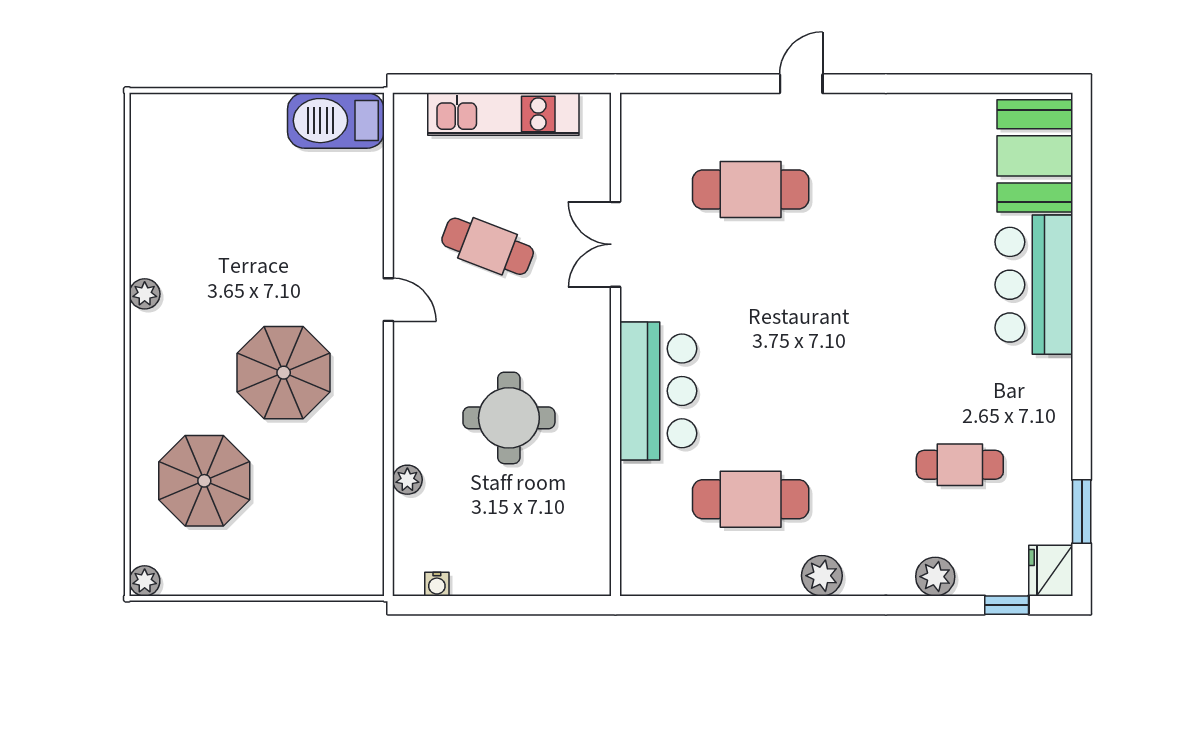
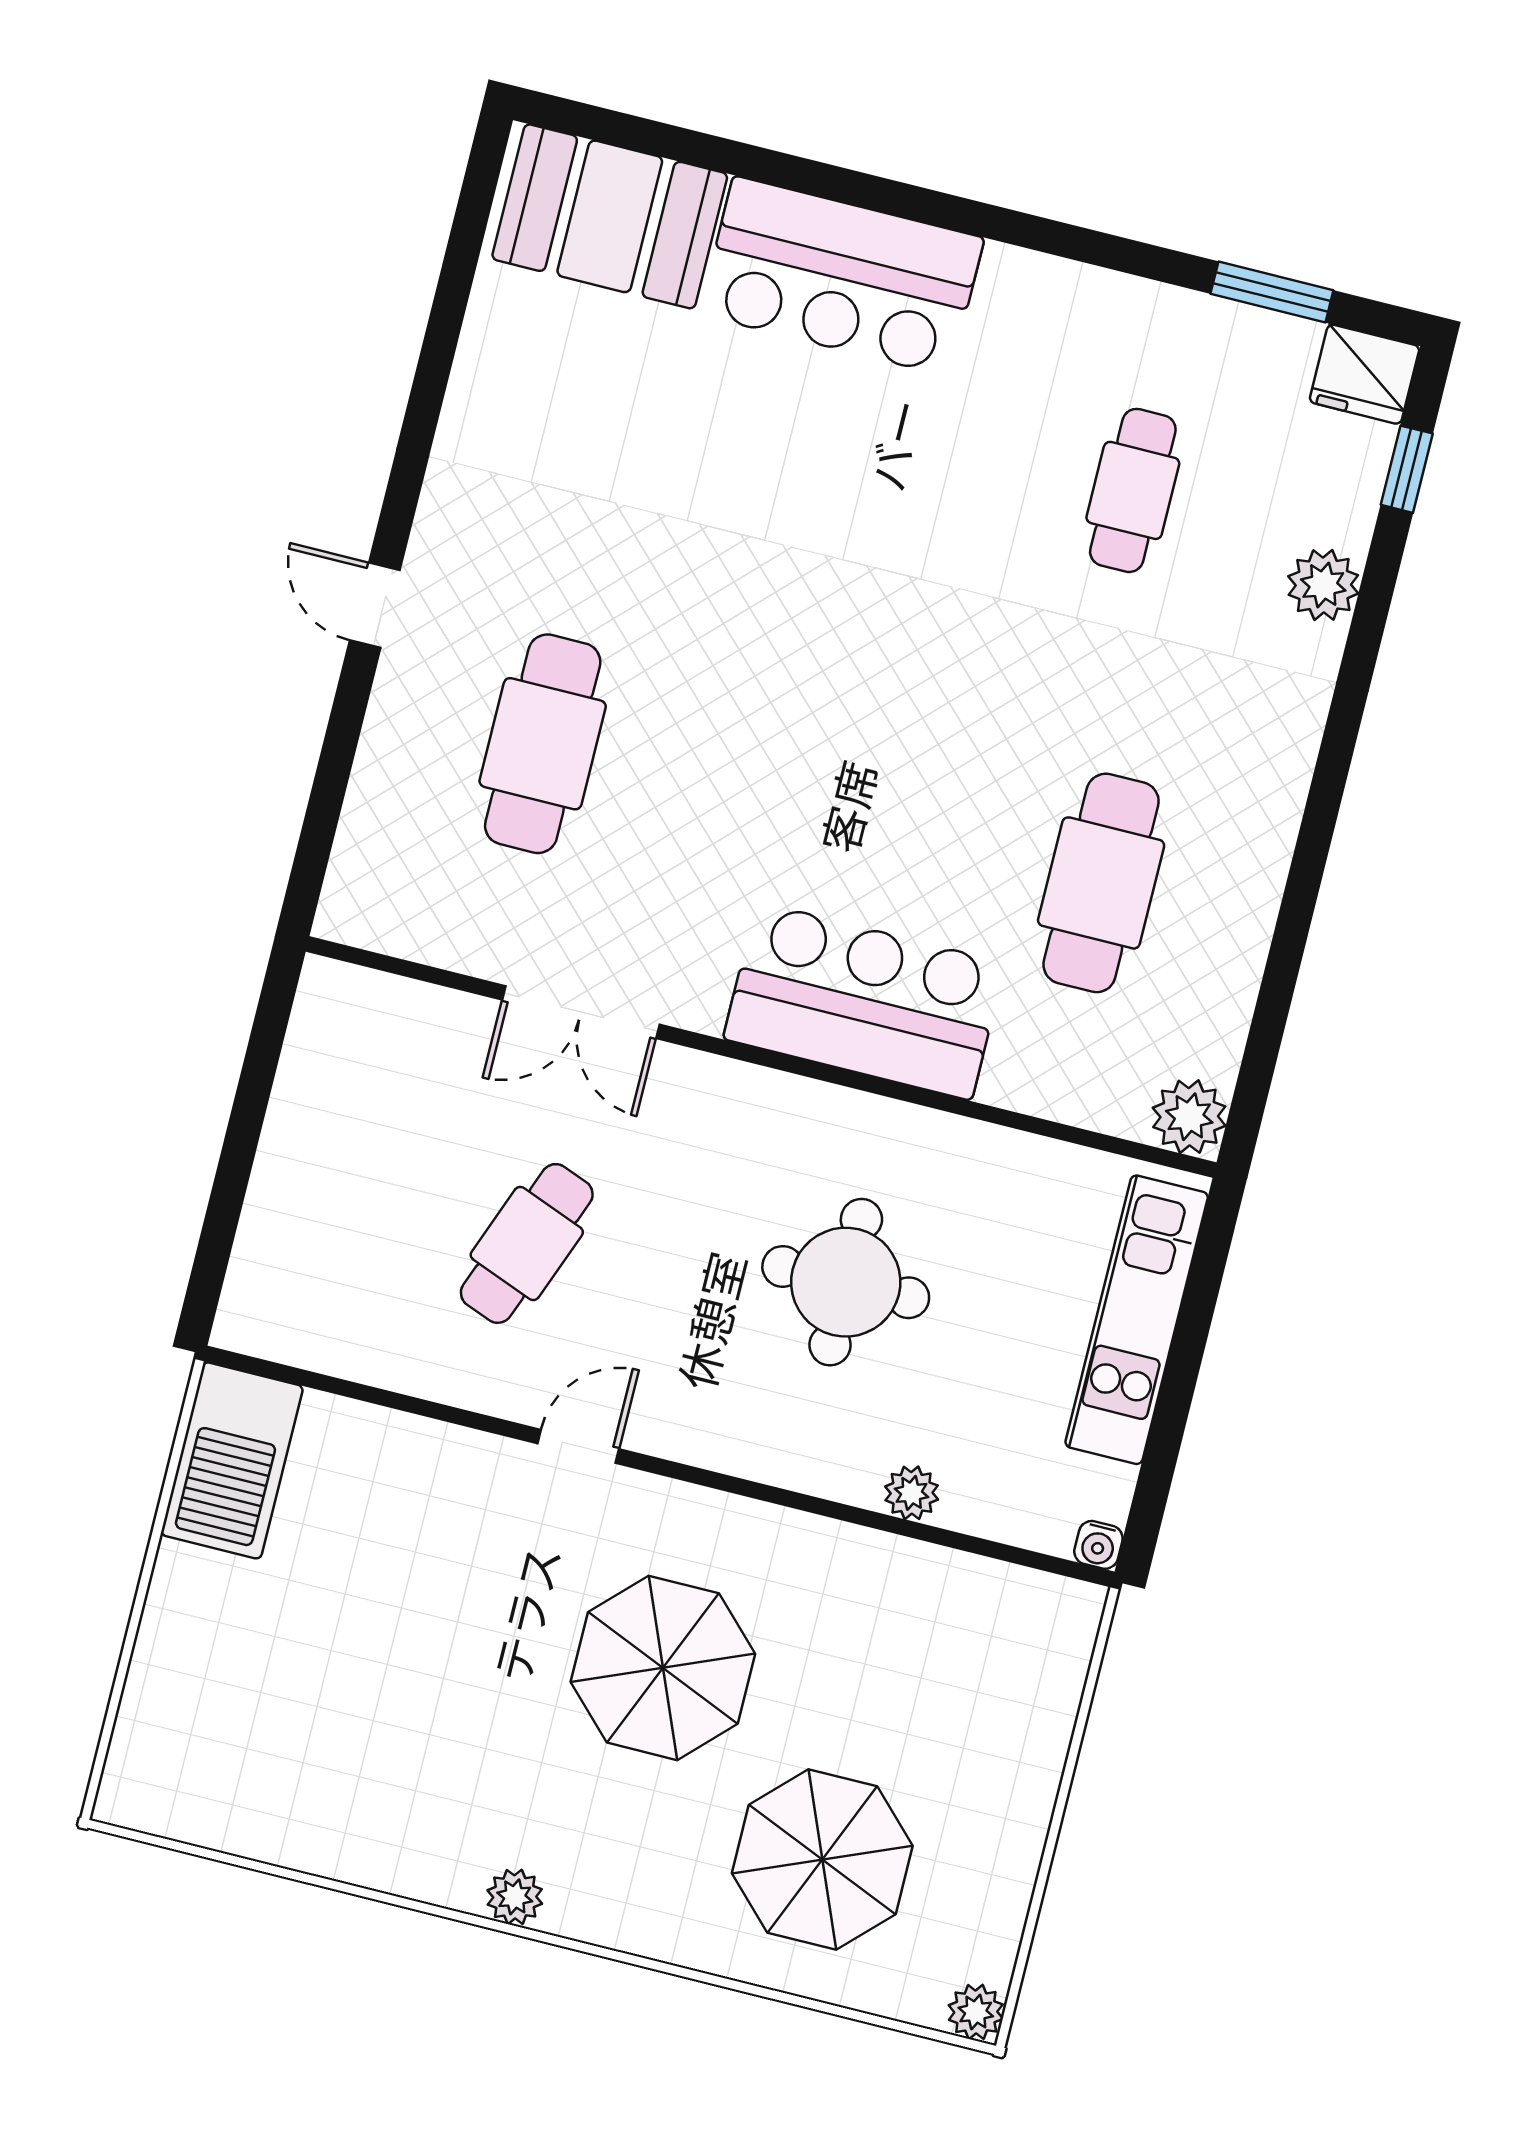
kitchen unit: (503, 114) -> (1137, 1320), moved, turned 180
plant: (145, 294) -> (515, 1897), moved
plant: (822, 576) -> (1189, 1117), moved
water cooler: (437, 584) -> (1098, 1545), moved, turned 90

